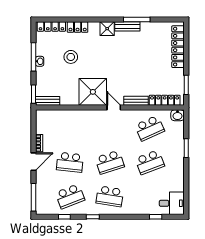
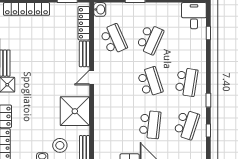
stool: (71, 57) -> (60, 145), moved
shower: (93, 92) -> (75, 111), moved
school desk: (150, 162) -> (150, 39), turned 45
school desk: (70, 196) -> (187, 125), turned 39

